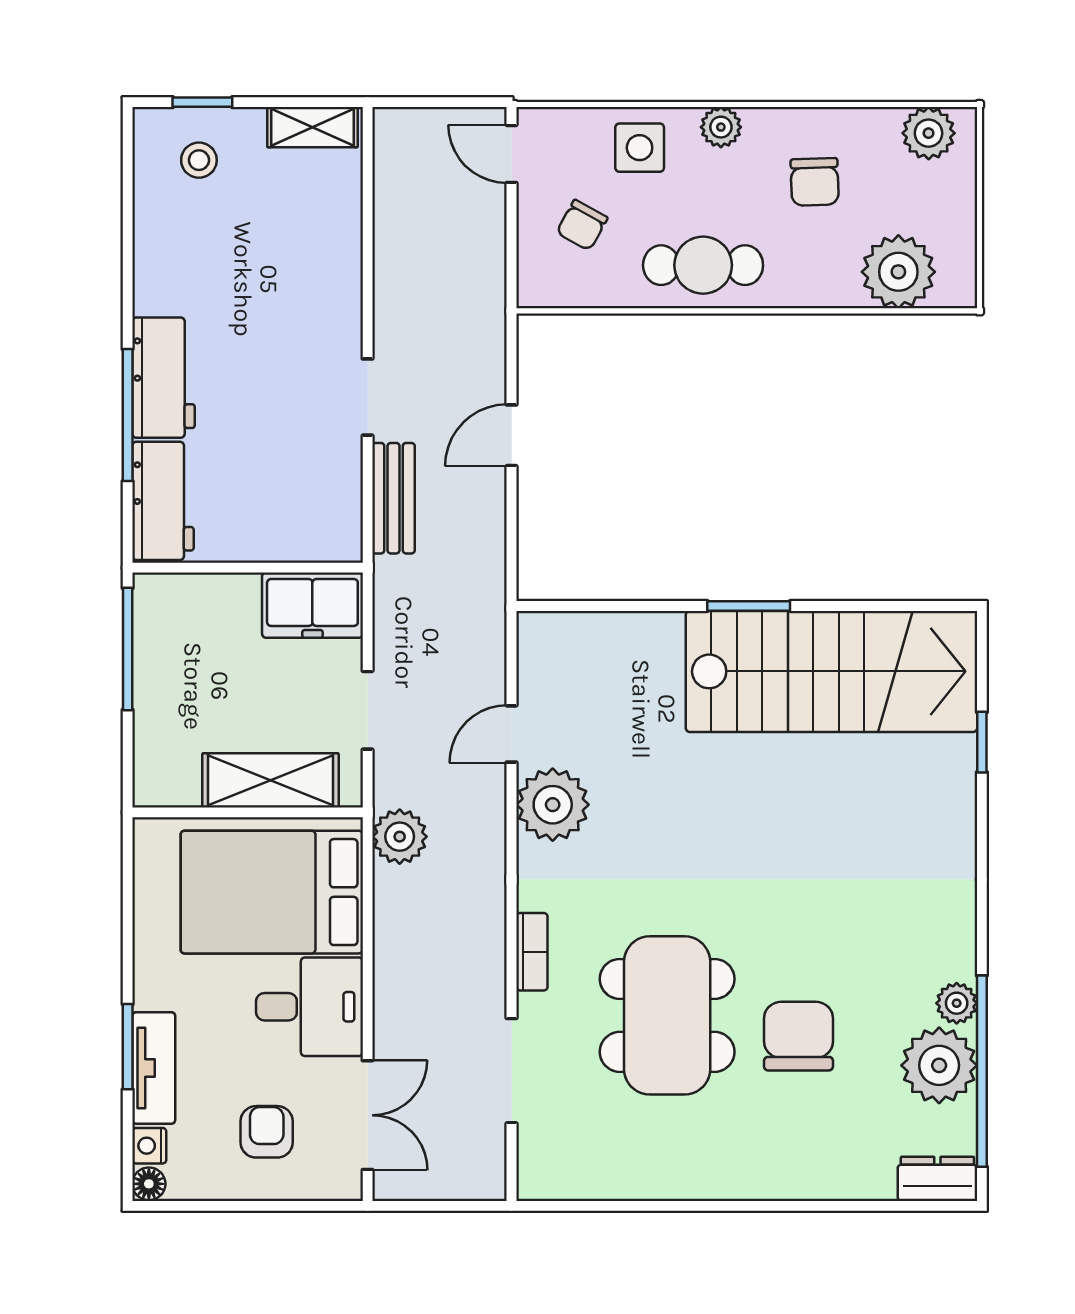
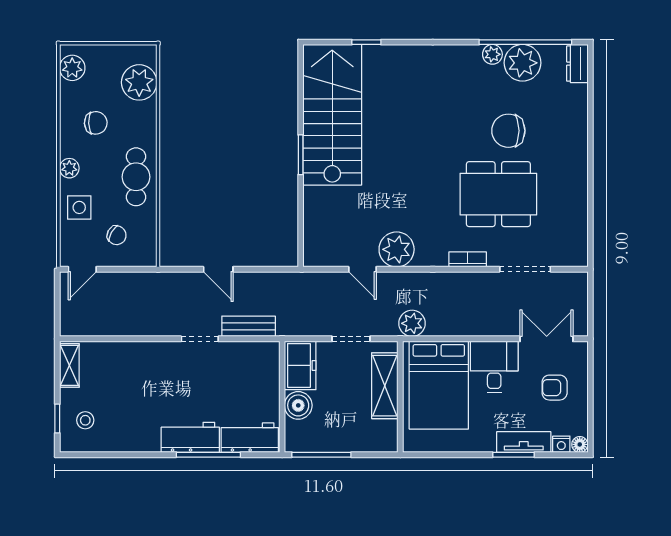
boiler: (230, 601) -> (298, 405), added

